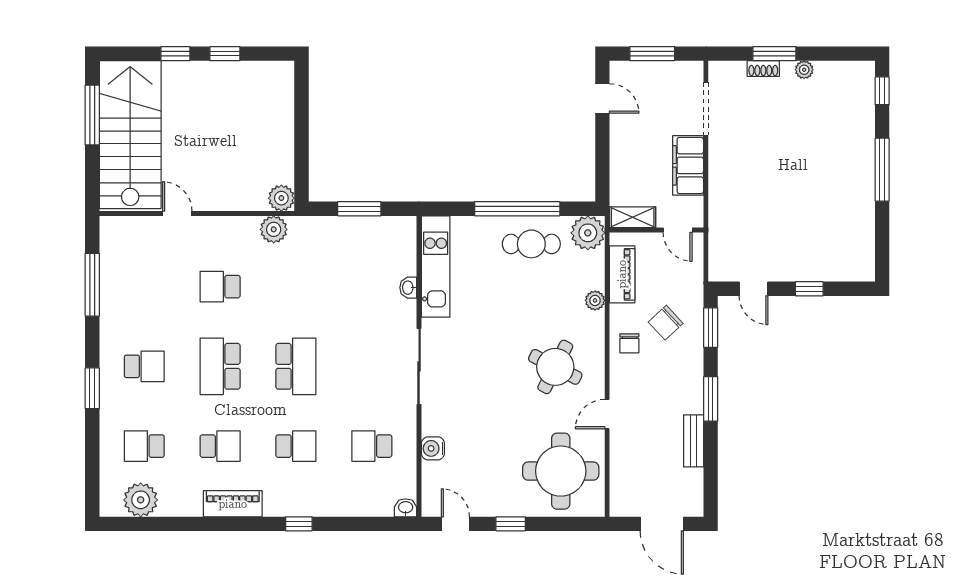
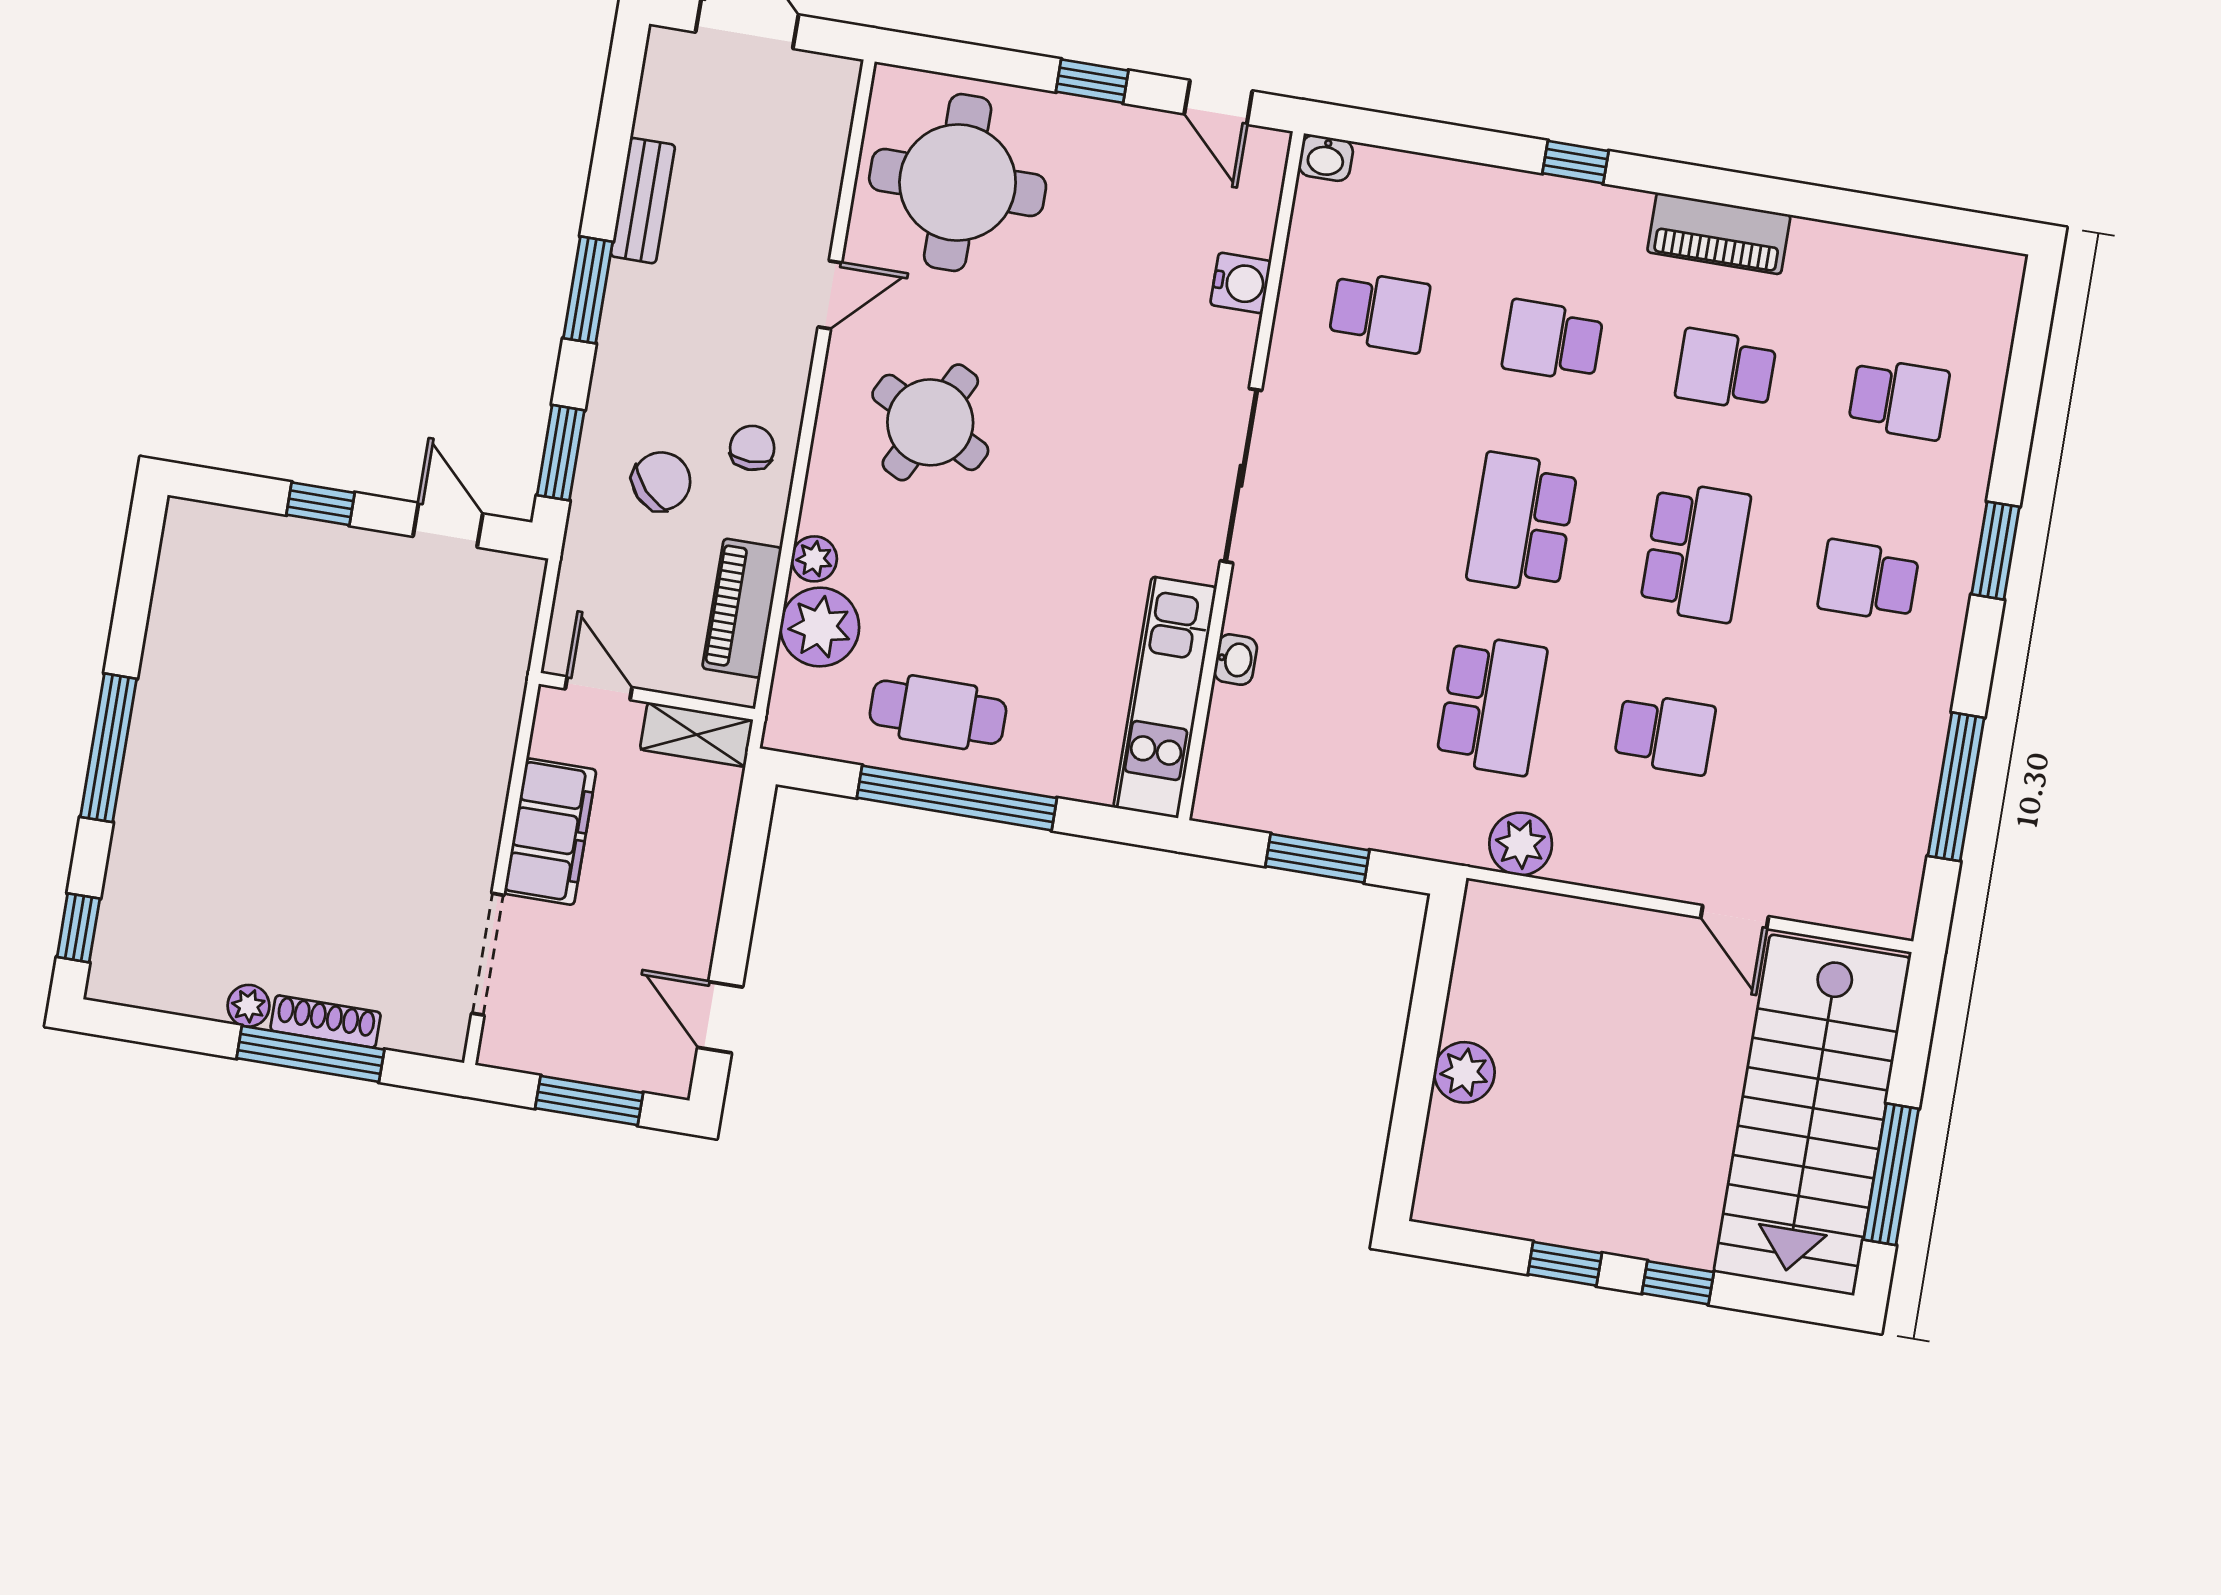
window: (774, 54) -> (310, 1054), width x1.44
shoe rack: (763, 69) -> (326, 1021), width x1.43
plant: (281, 198) -> (1464, 1072), moved
plant: (588, 233) -> (820, 627), moved
school desk: (296, 287) -> (1492, 705), added
plant: (141, 500) -> (1928, 277), removed

